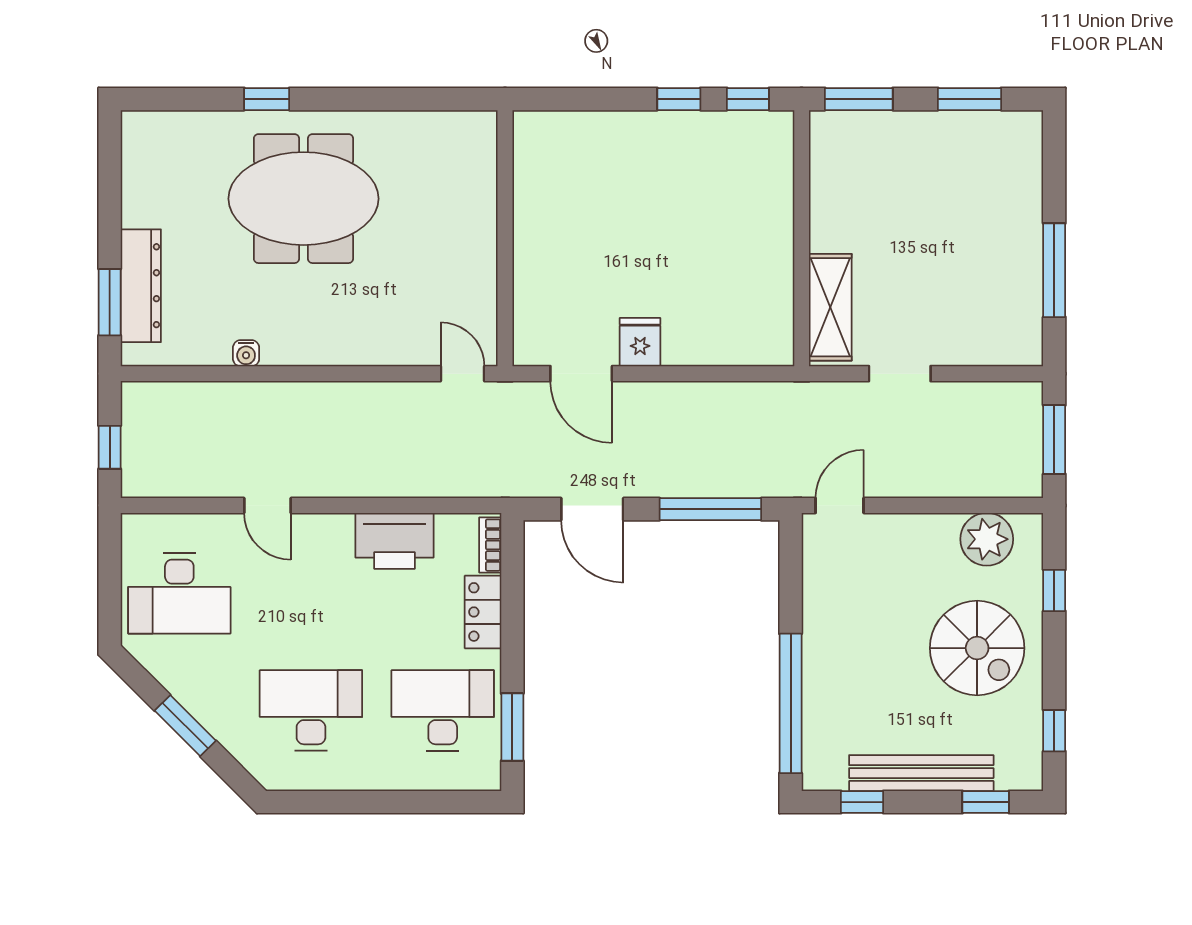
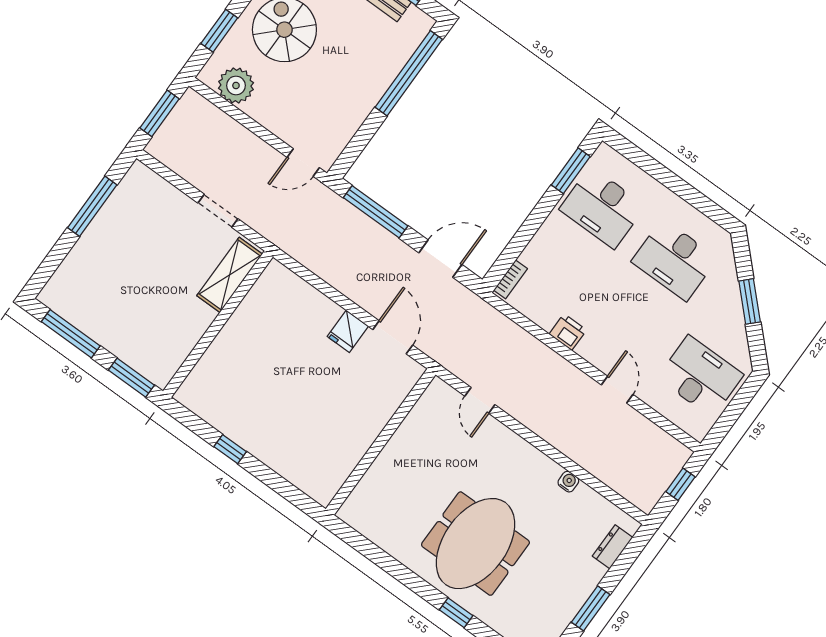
window: (748, 99) -> (192, 422), removed
window: (969, 99) -> (71, 334), width x1.44
meeting table: (303, 199) -> (475, 544), turned 90
dresser: (141, 286) -> (612, 547), width x0.51, depth x0.80
window: (110, 302) -> (591, 608), moved
door: (463, 374) -> (480, 400), moved
door: (592, 509) -> (440, 259), hinge flipped
printer: (394, 541) -> (568, 332), width x0.53, depth x0.68
window: (1054, 590) -> (219, 31), width x1.50
locker: (483, 612) -> (541, 246), removed

